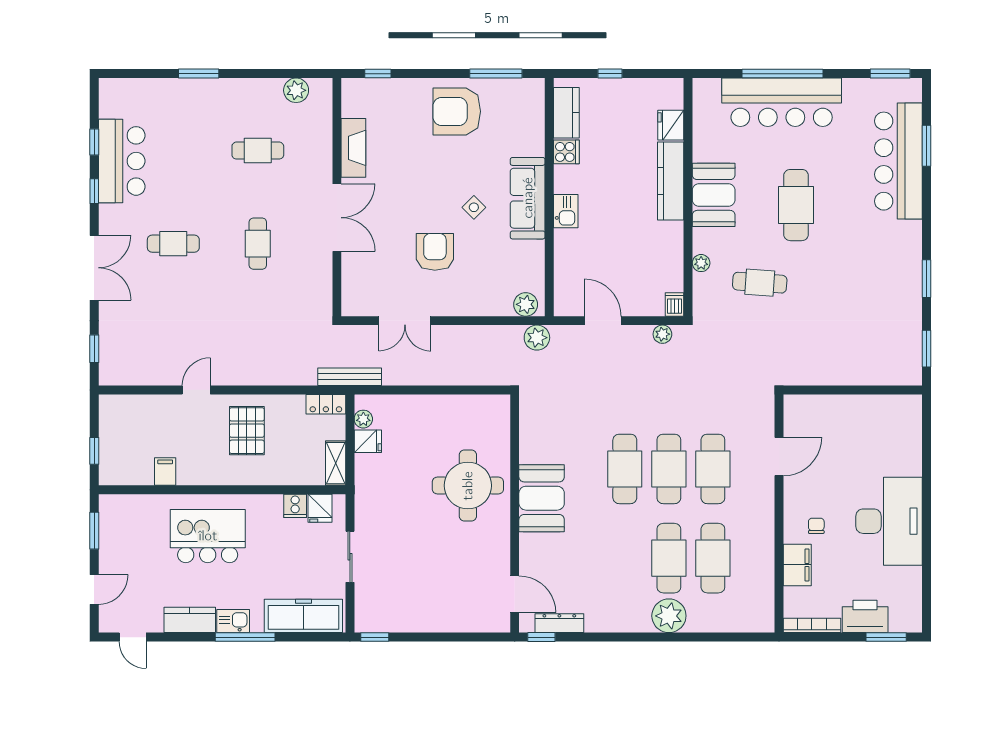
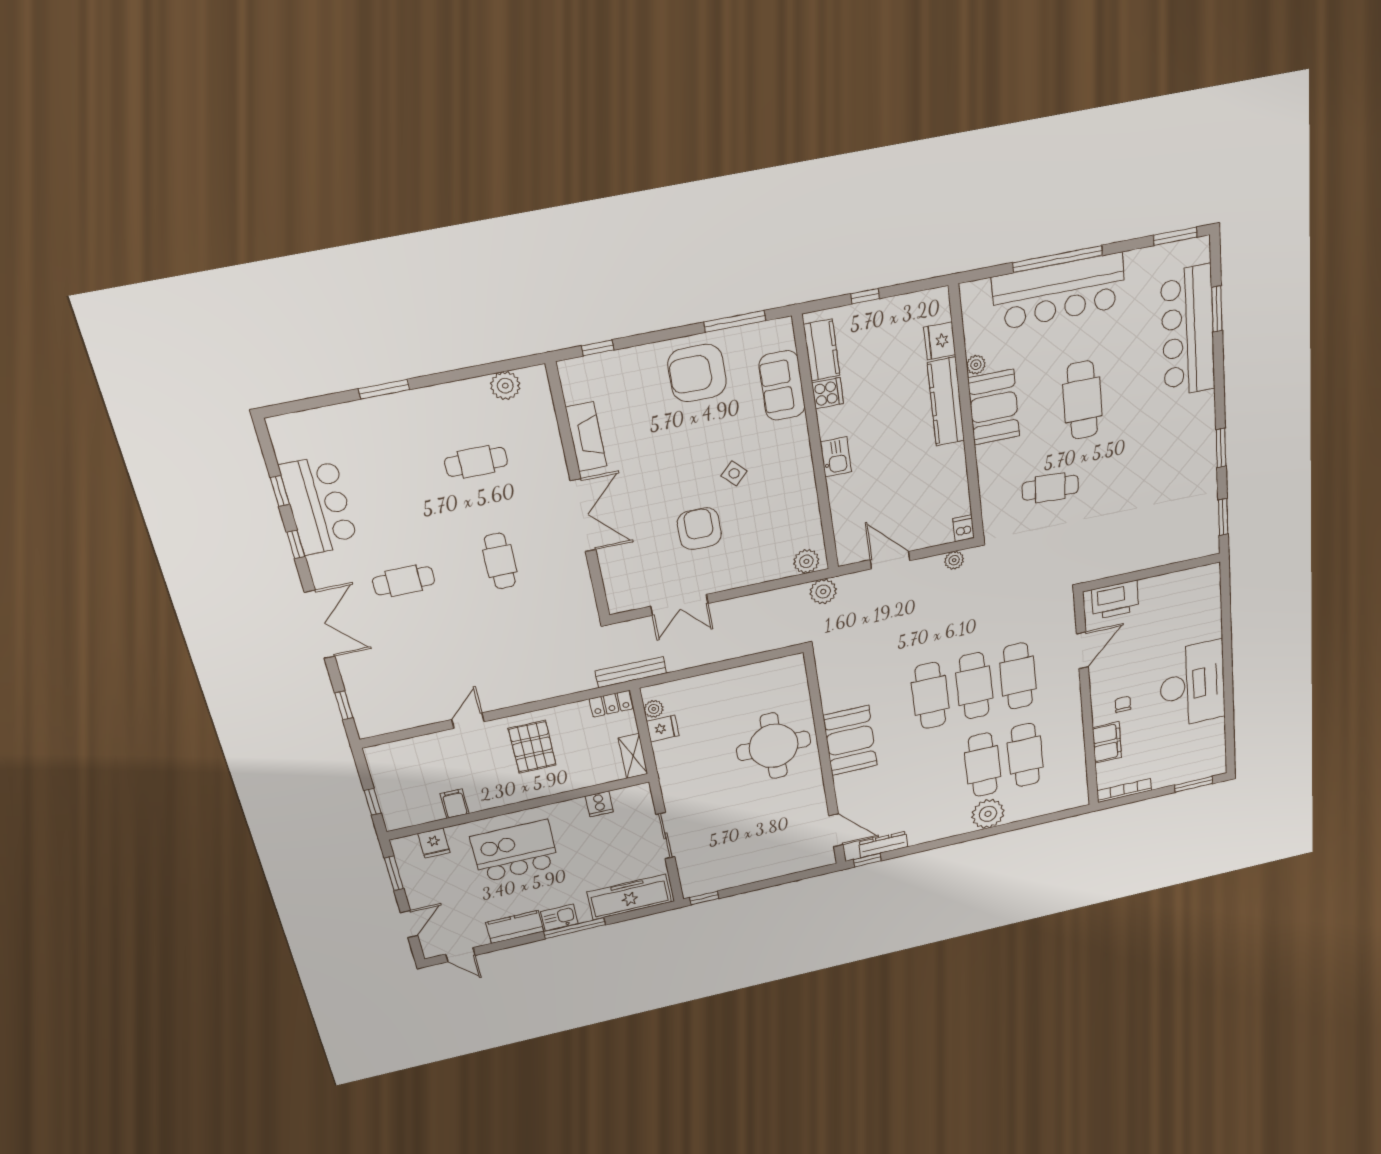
sofa: (528, 198) -> (782, 386), moved, width x0.73
plant: (701, 263) -> (976, 365), moved
fridge: (320, 508) -> (434, 843), moved
printer: (865, 616) -> (1115, 600), moved, turned 180

